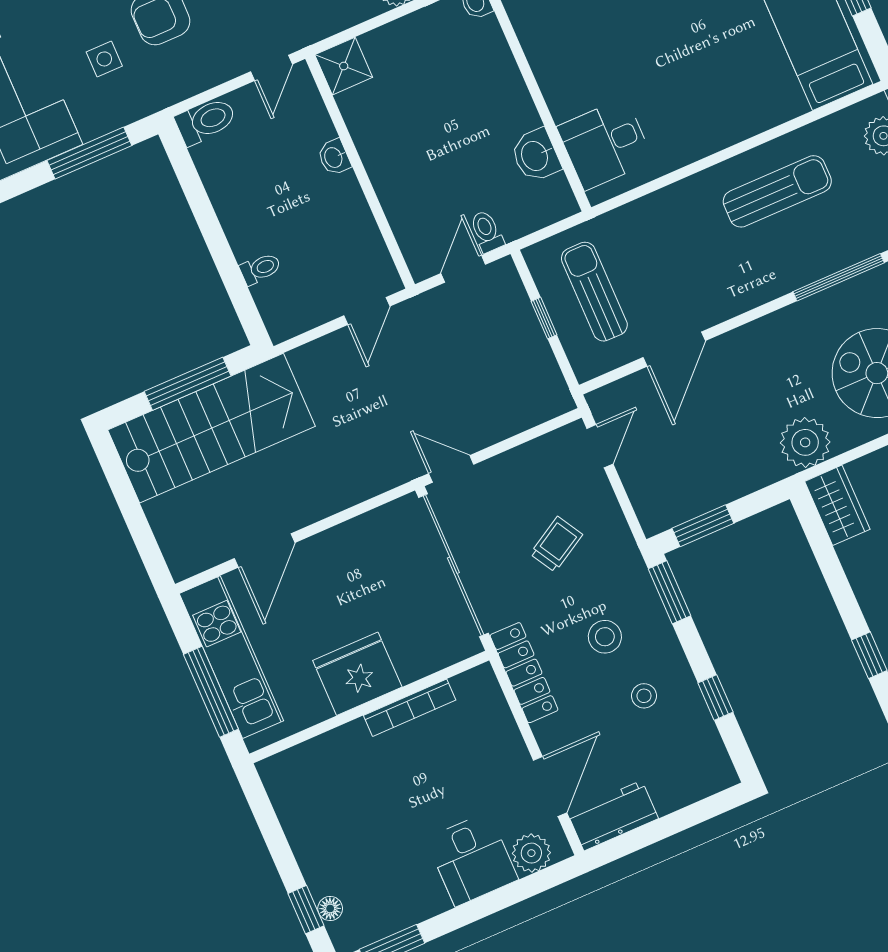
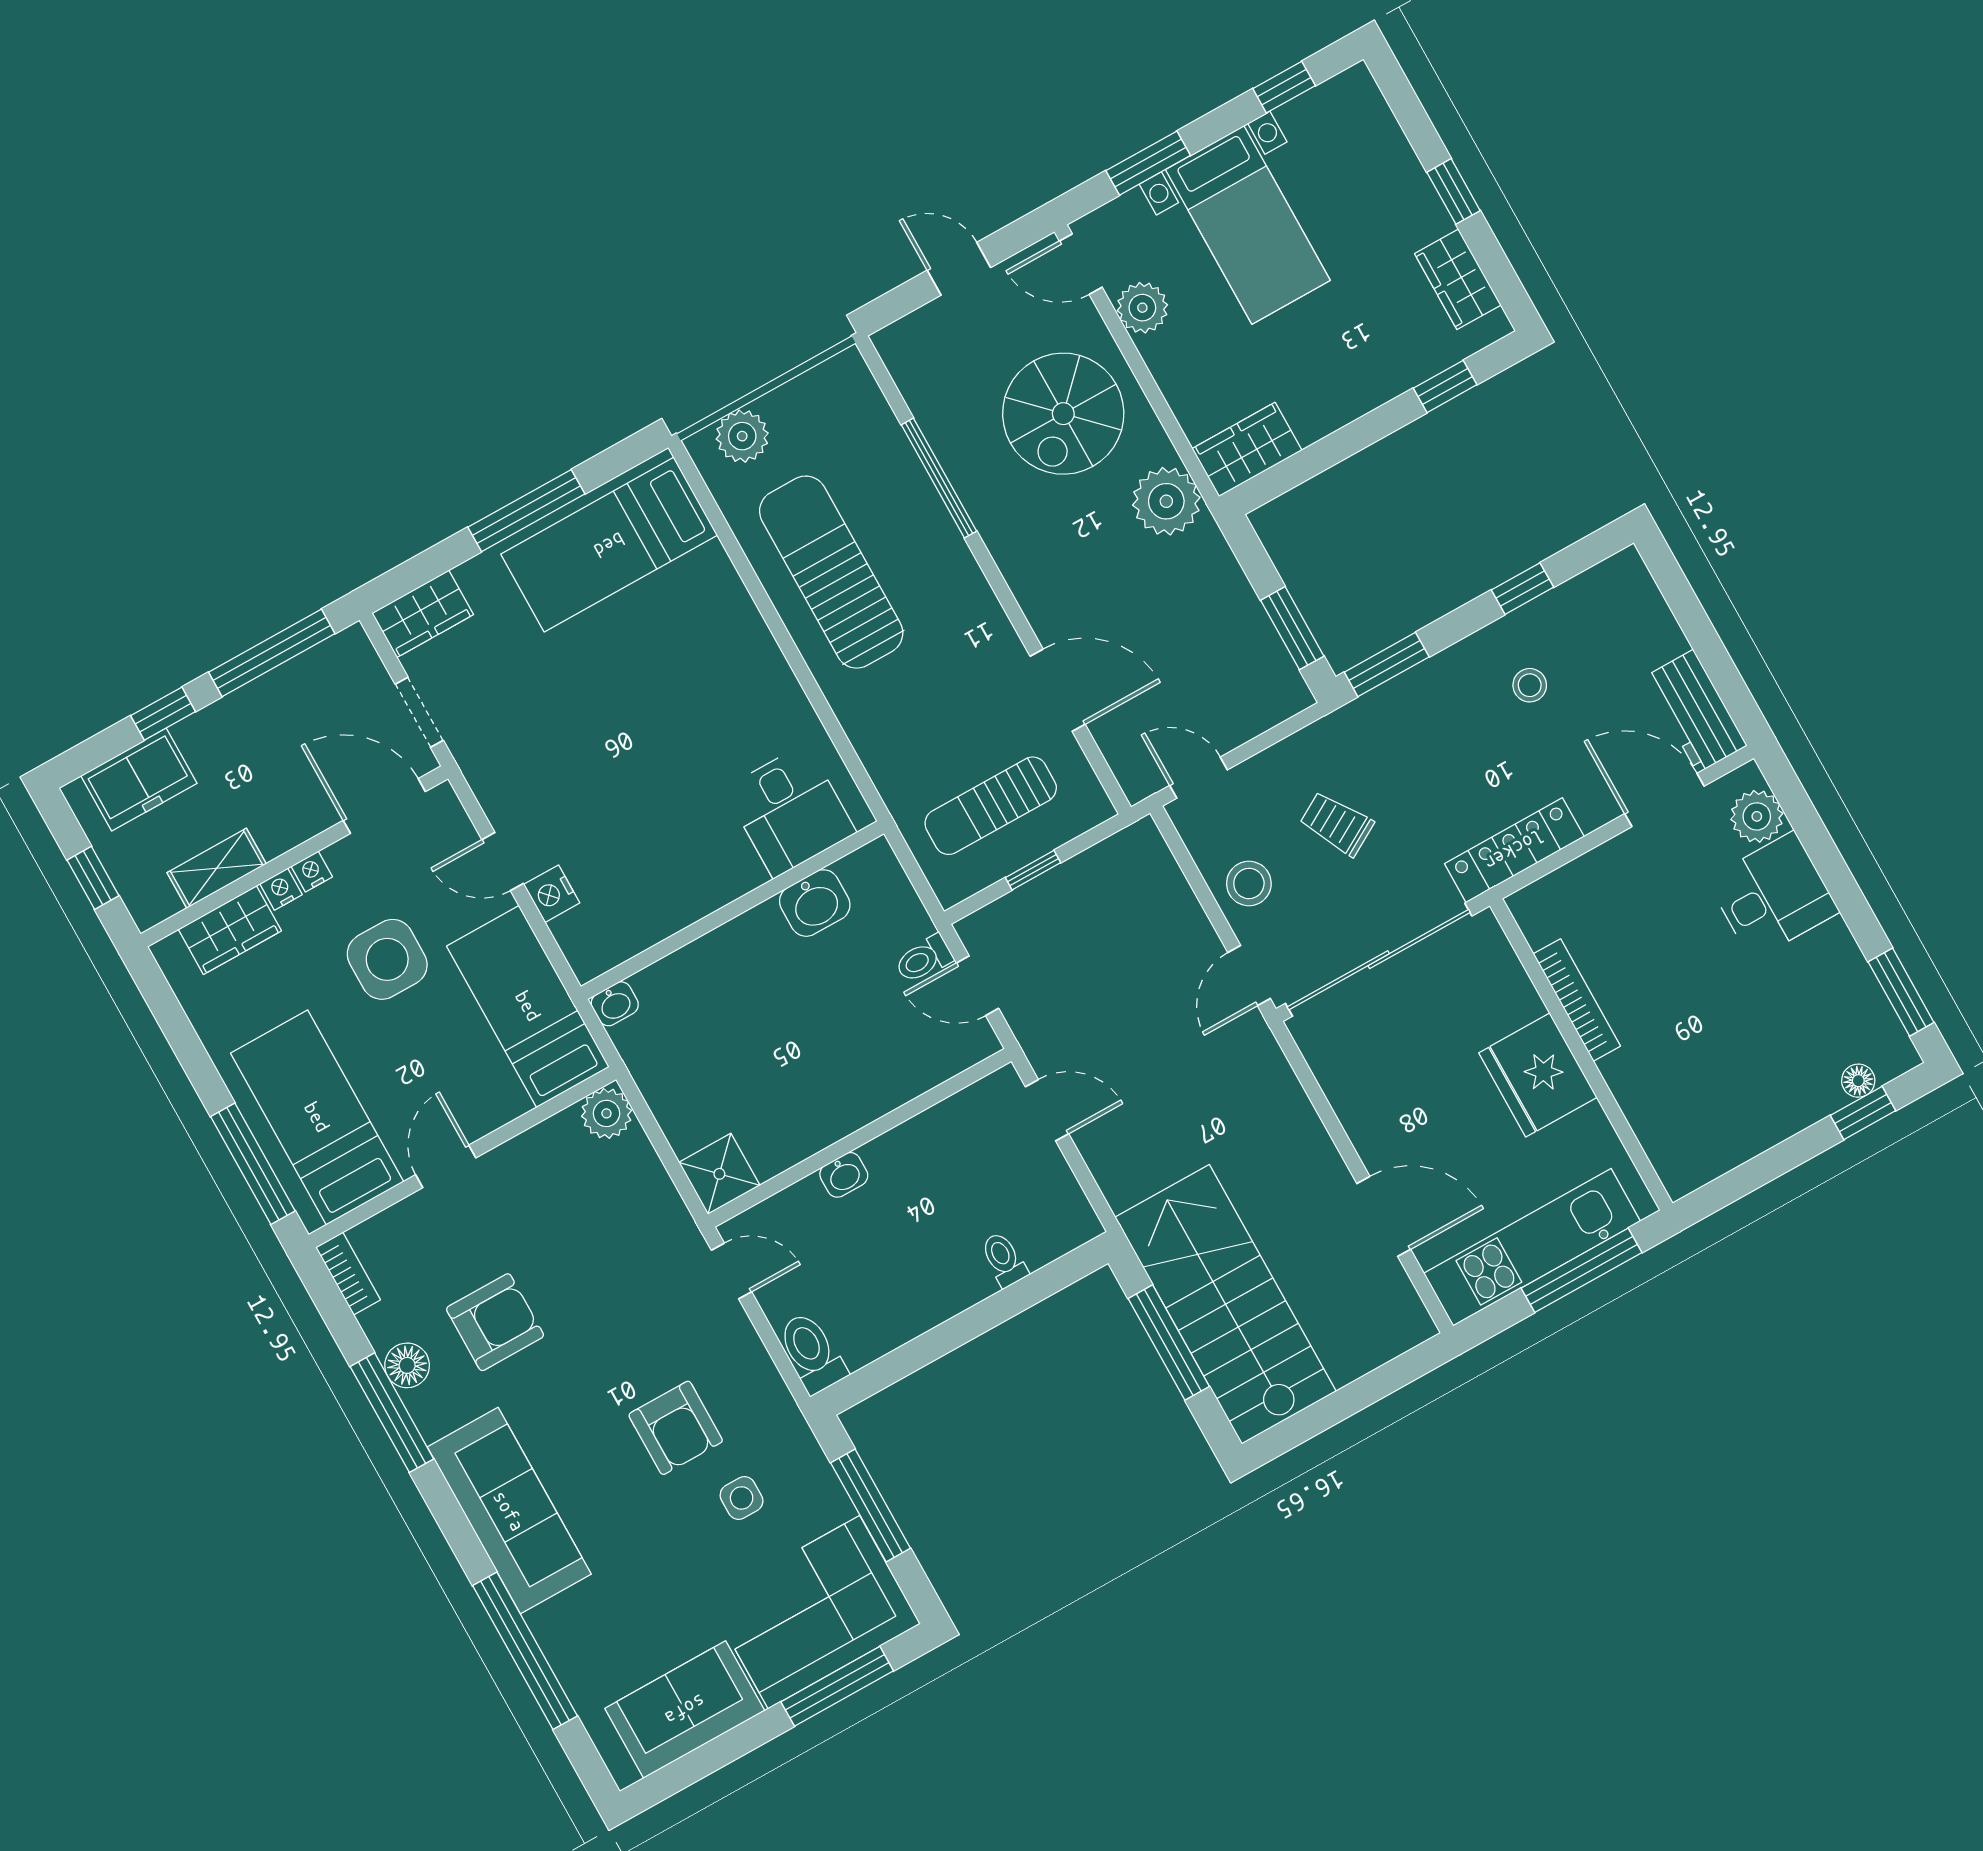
sun lounger: (777, 191) -> (831, 572), width x1.36, depth x1.34
stool: (605, 637) -> (1249, 883), moved

